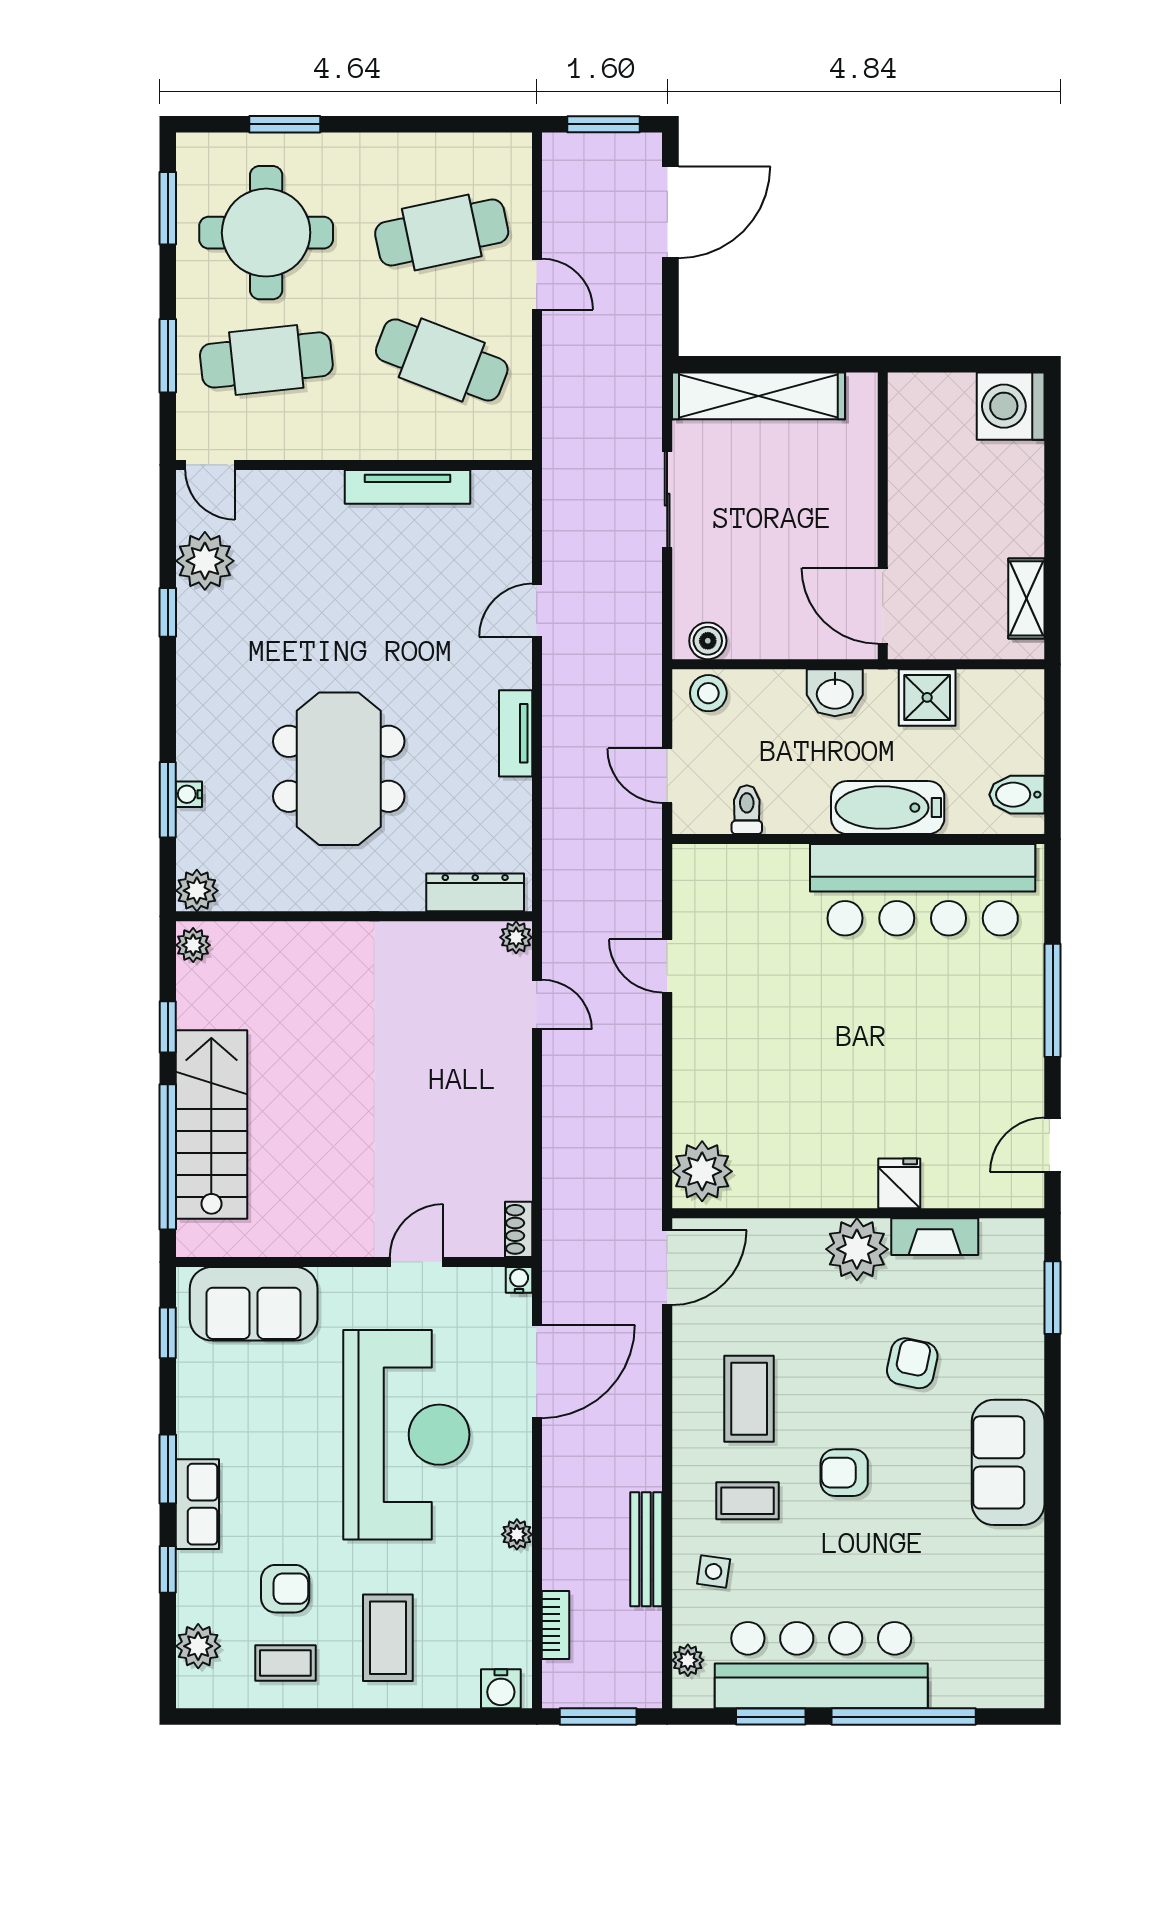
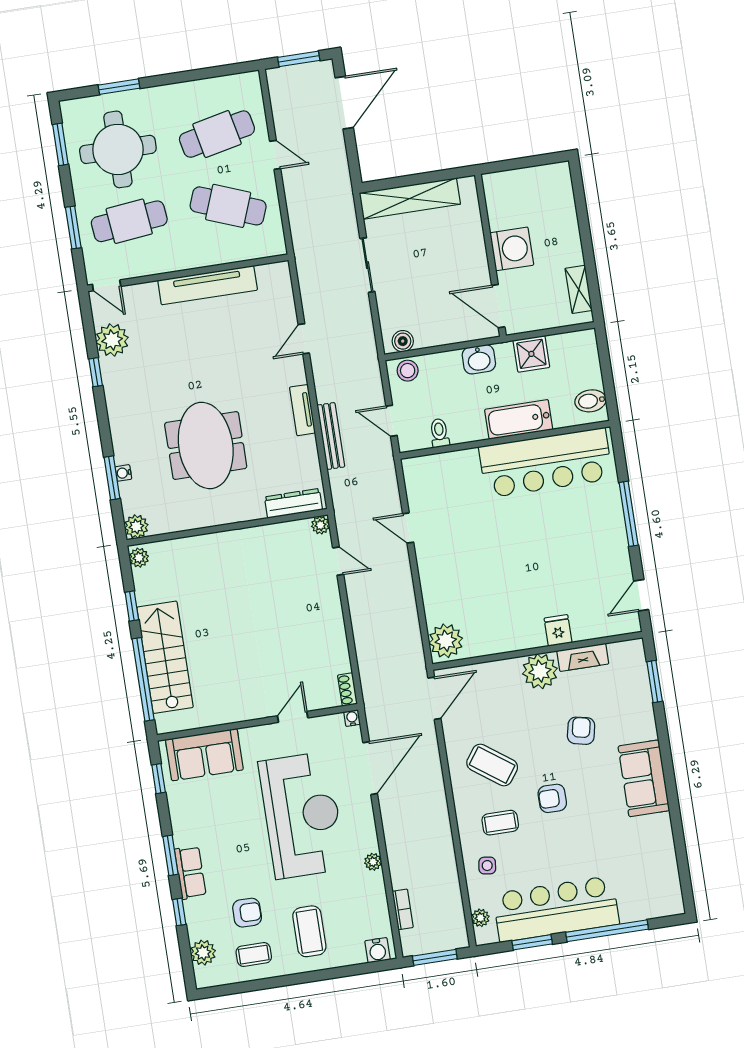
washing machine: (1011, 406) -> (512, 249), moved, turned 180
tv unit: (408, 487) -> (208, 285), width x1.36, depth x1.29
coffee table: (749, 1399) -> (492, 765), turned -54
bench: (646, 1549) -> (331, 436), moved

